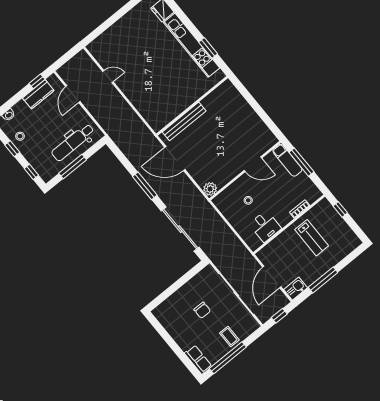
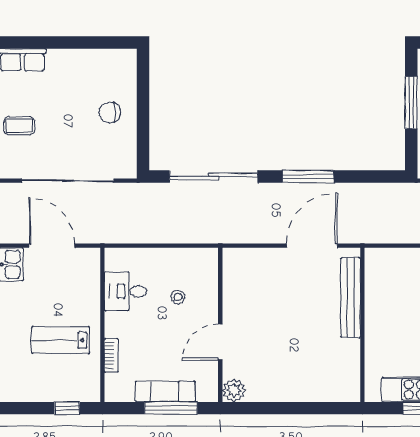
exam couch: (287, 160) -> (165, 392), moved
plant: (210, 189) -> (234, 390), moved
chair: (202, 310) -> (110, 113), moved

